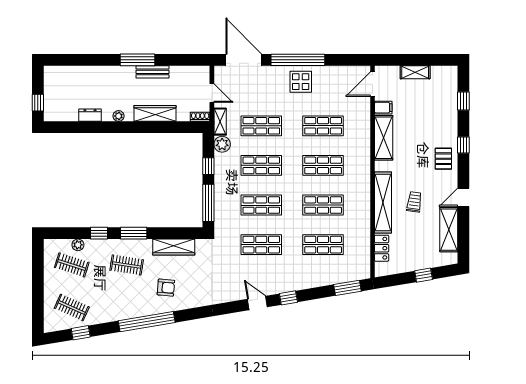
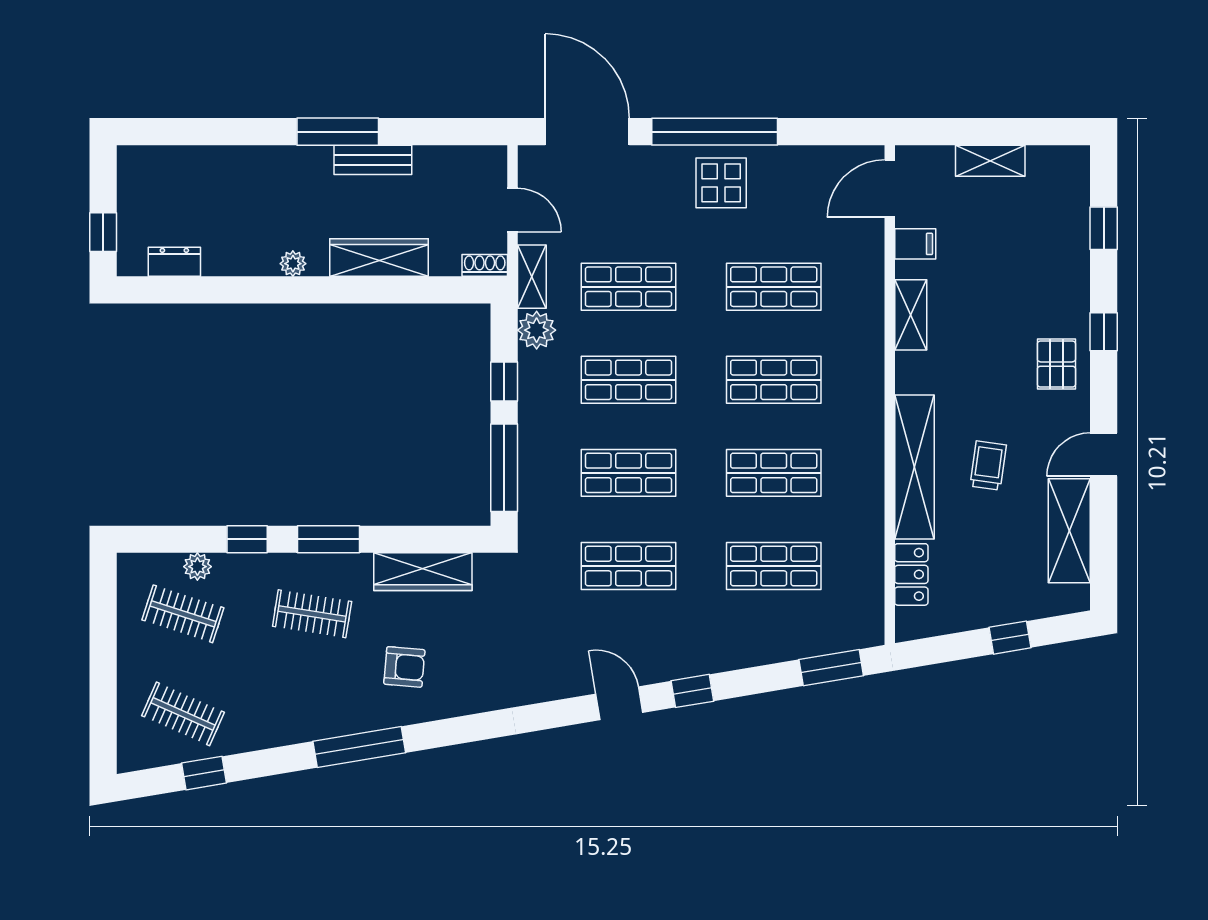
dresser: (90, 115) -> (174, 262), moved
shelving: (384, 138) -> (911, 315), width x0.67, depth x0.75
window: (147, 322) -> (359, 747), width x0.68

